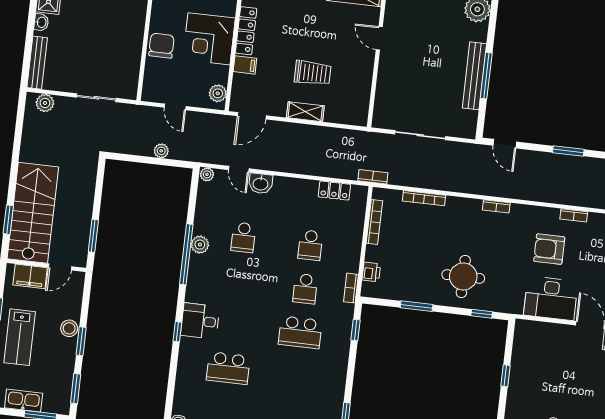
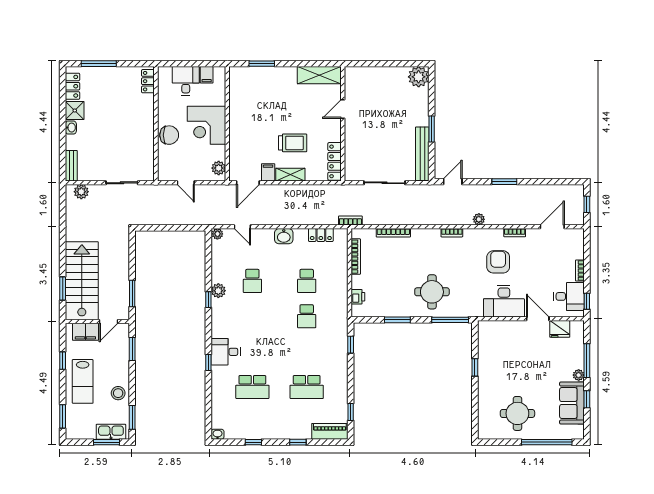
locker: (246, 31) -> (335, 161), moved, turned 180
door: (379, 38) -> (343, 109), hinge flipped
chair: (161, 46) -> (169, 135), turned 90
bench: (37, 63) -> (71, 166), width x0.73
filing cabinet: (245, 65) -> (268, 172), moved, turned -90
bench: (474, 76) -> (422, 154), moved
window: (486, 76) -> (432, 129), width x0.69
door: (505, 144) -> (453, 182), swing flipped
plant: (161, 151) -> (479, 219), moved
washbasin: (261, 183) -> (284, 236), moved
armchair: (549, 249) -> (498, 262), turned 90
window: (186, 254) -> (208, 300), width x0.32
bookcase: (351, 288) -> (343, 311), removed
window: (482, 314) -> (450, 320), width x2.17
stool: (69, 328) -> (118, 393), moved
school desk: (300, 332) -> (307, 387), moved
window: (81, 341) -> (132, 349), moved
kitchen sink: (24, 401) -> (111, 432), moved

